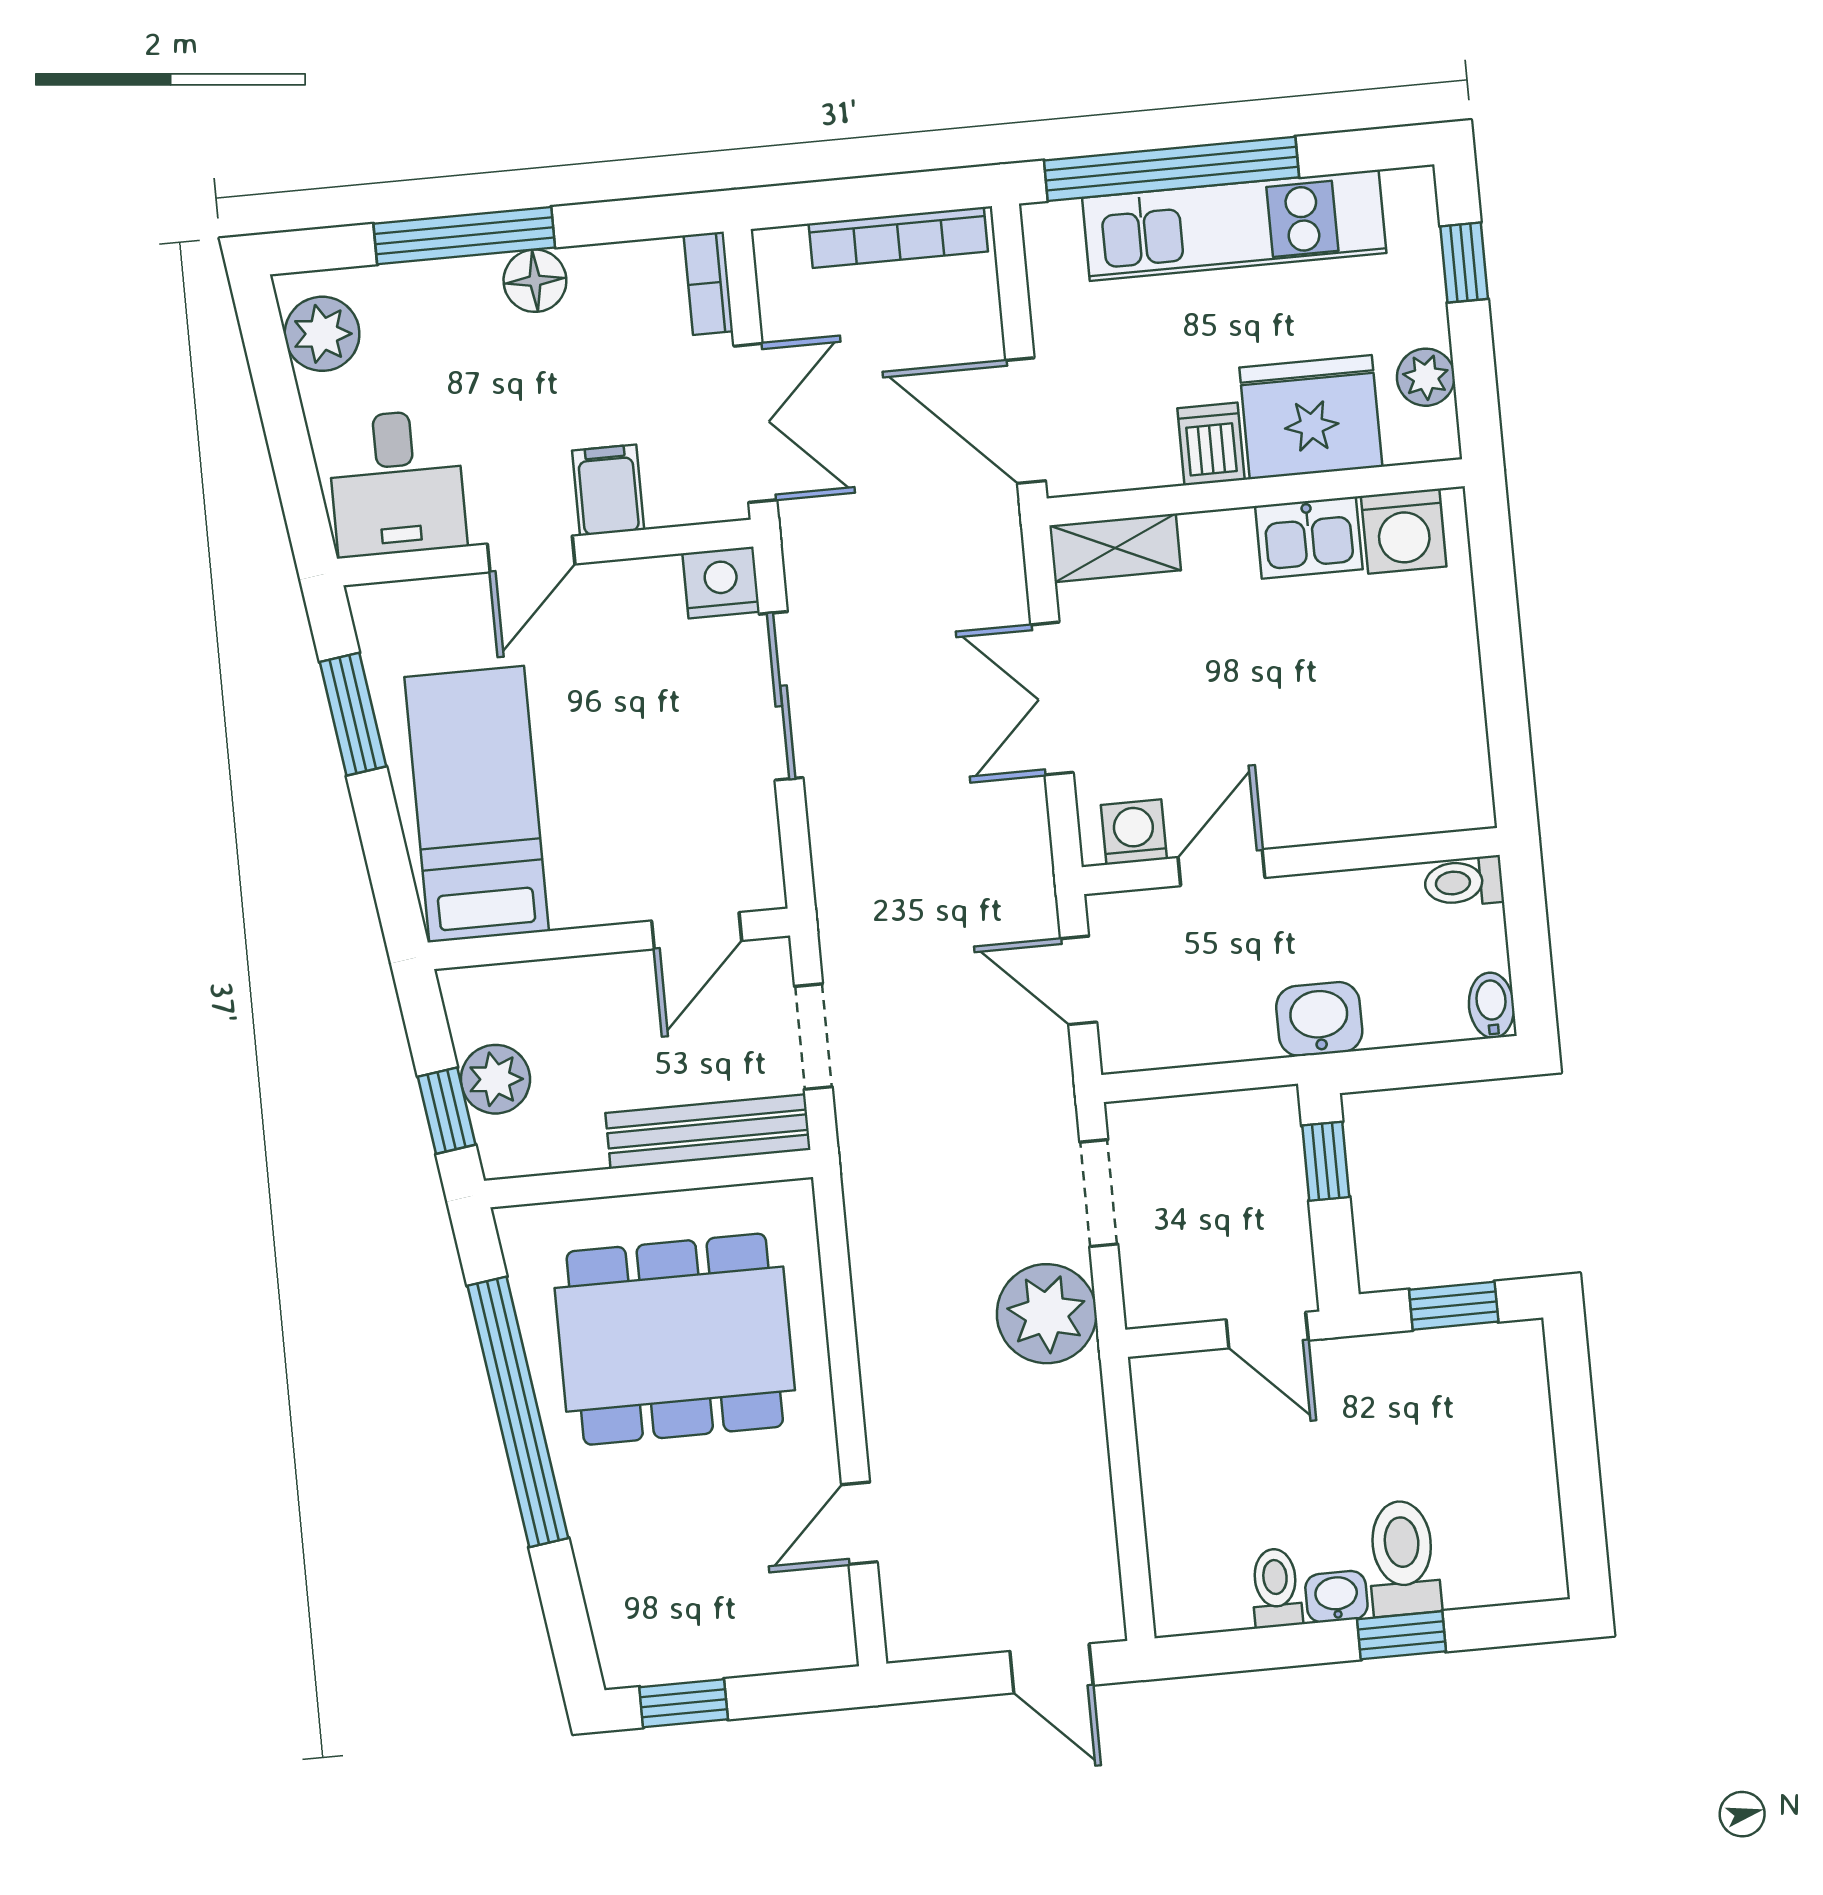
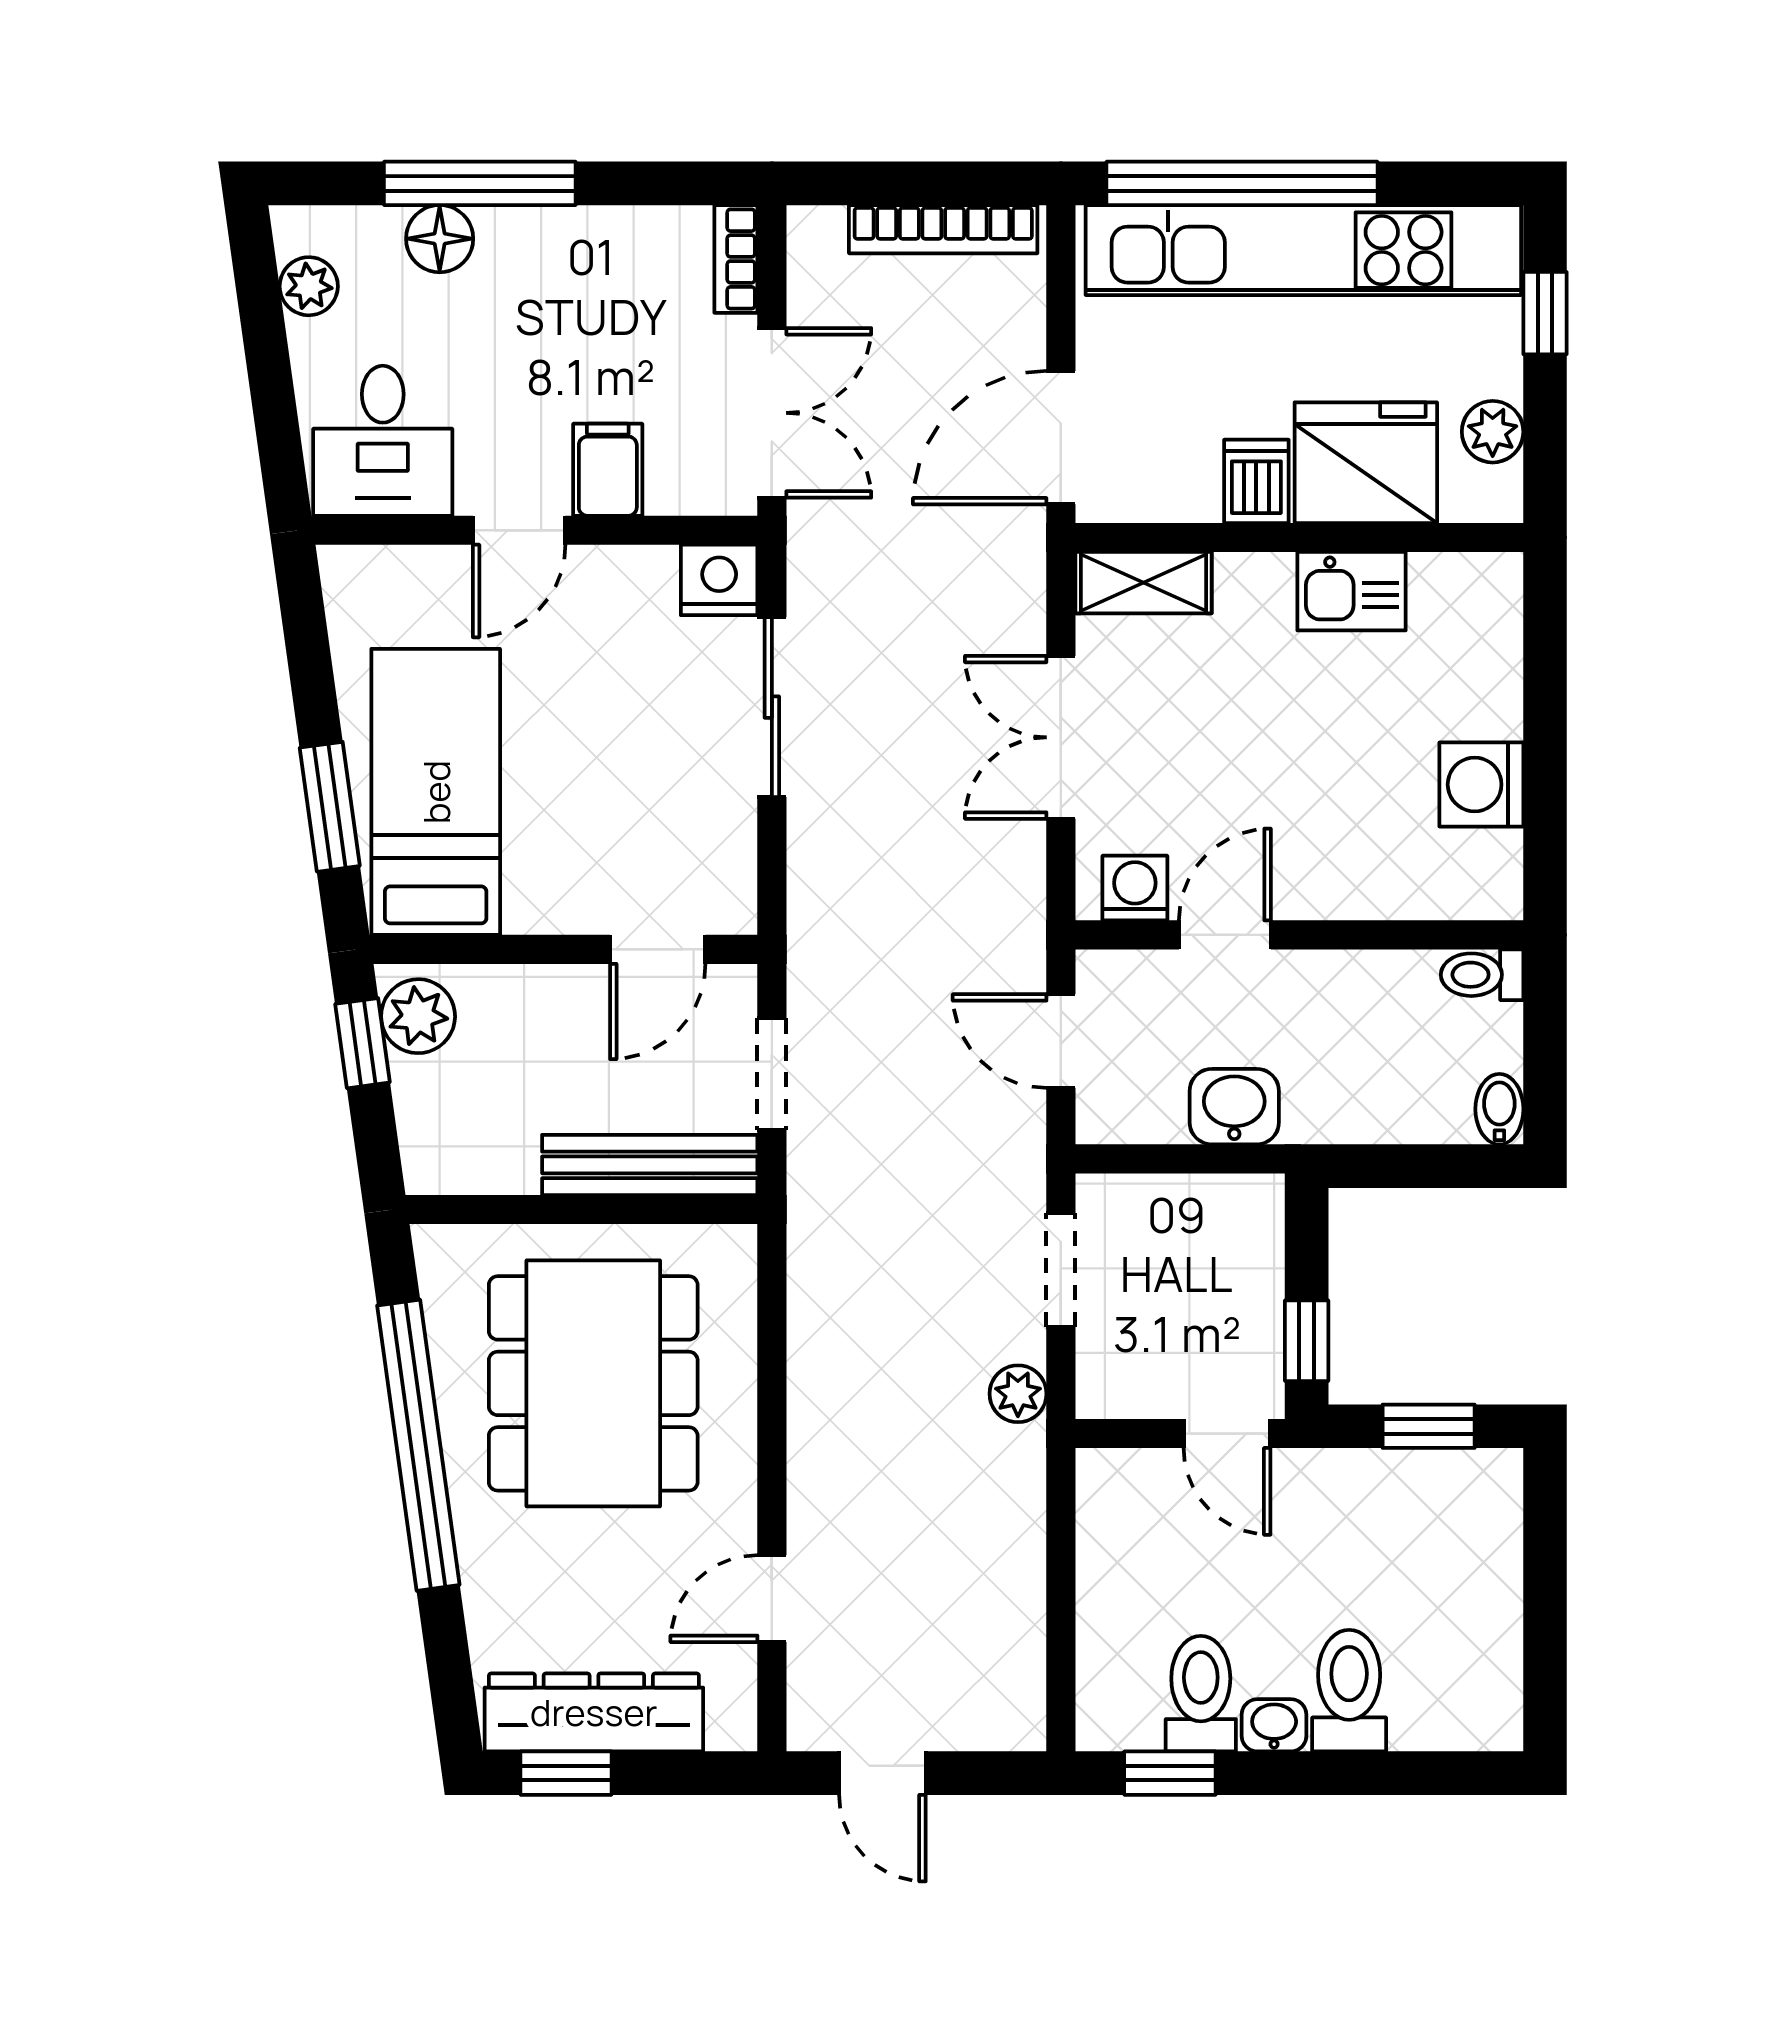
kitchen unit: (1234, 225) -> (1303, 250), width x1.36
floor lamp: (535, 281) -> (440, 239), moved
plant: (322, 334) -> (309, 286), width x0.73, depth x0.73
door: (1026, 421) -> (1061, 438), hinge flipped
washing machine: (1404, 531) -> (1481, 784), moved, turned 90
window: (353, 714) -> (330, 807), moved
washbasin: (1319, 1019) -> (1234, 1107), moved
plant: (495, 1079) -> (418, 1016), moved
window: (447, 1111) -> (363, 1043), moved
window: (1326, 1161) -> (1307, 1341), moved
plant: (1047, 1314) -> (1018, 1394), width x0.53, depth x0.53
dining table: (675, 1339) -> (593, 1383), turned 90
toilet: (1276, 1588) -> (1201, 1694), width x1.37, depth x1.39
window: (1401, 1635) -> (1170, 1773), moved
dresser: (704, 1644) -> (594, 1712), added
door: (1051, 1668) -> (882, 1773), moved

